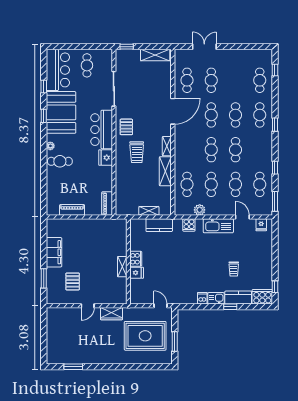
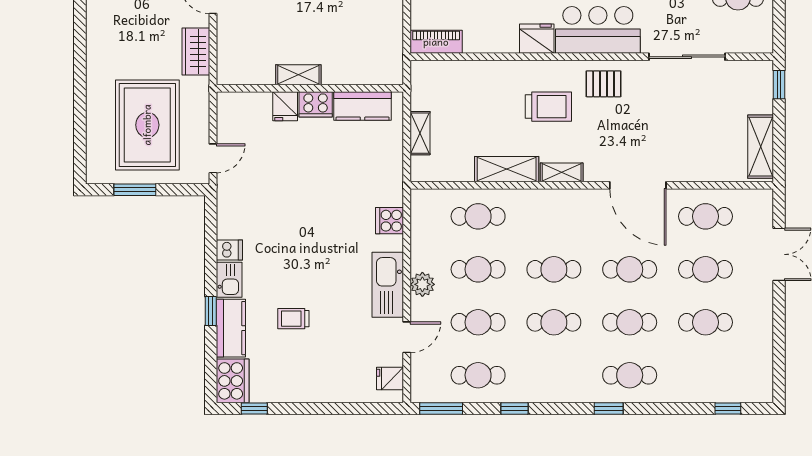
cafe table: (260, 80) -> (705, 322), moved
trolley: (137, 152) -> (548, 107), turned 180
plant: (200, 210) -> (422, 284), moved
kitchen counter: (159, 225) -> (363, 106), moved, turned -90

